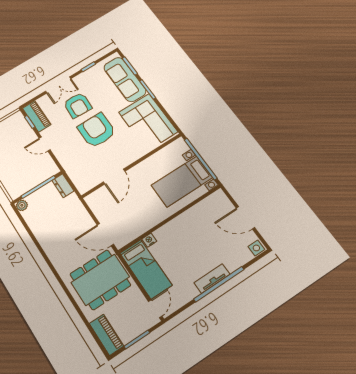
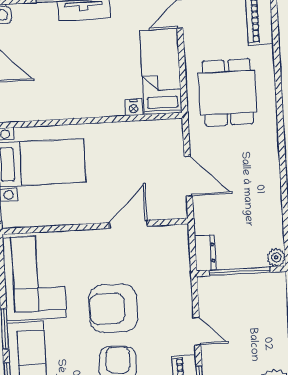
armchair: (97, 130) -> (113, 308), turned 90
door: (105, 235) -> (188, 176), moved
dining table: (100, 280) -> (228, 92), width x0.73

